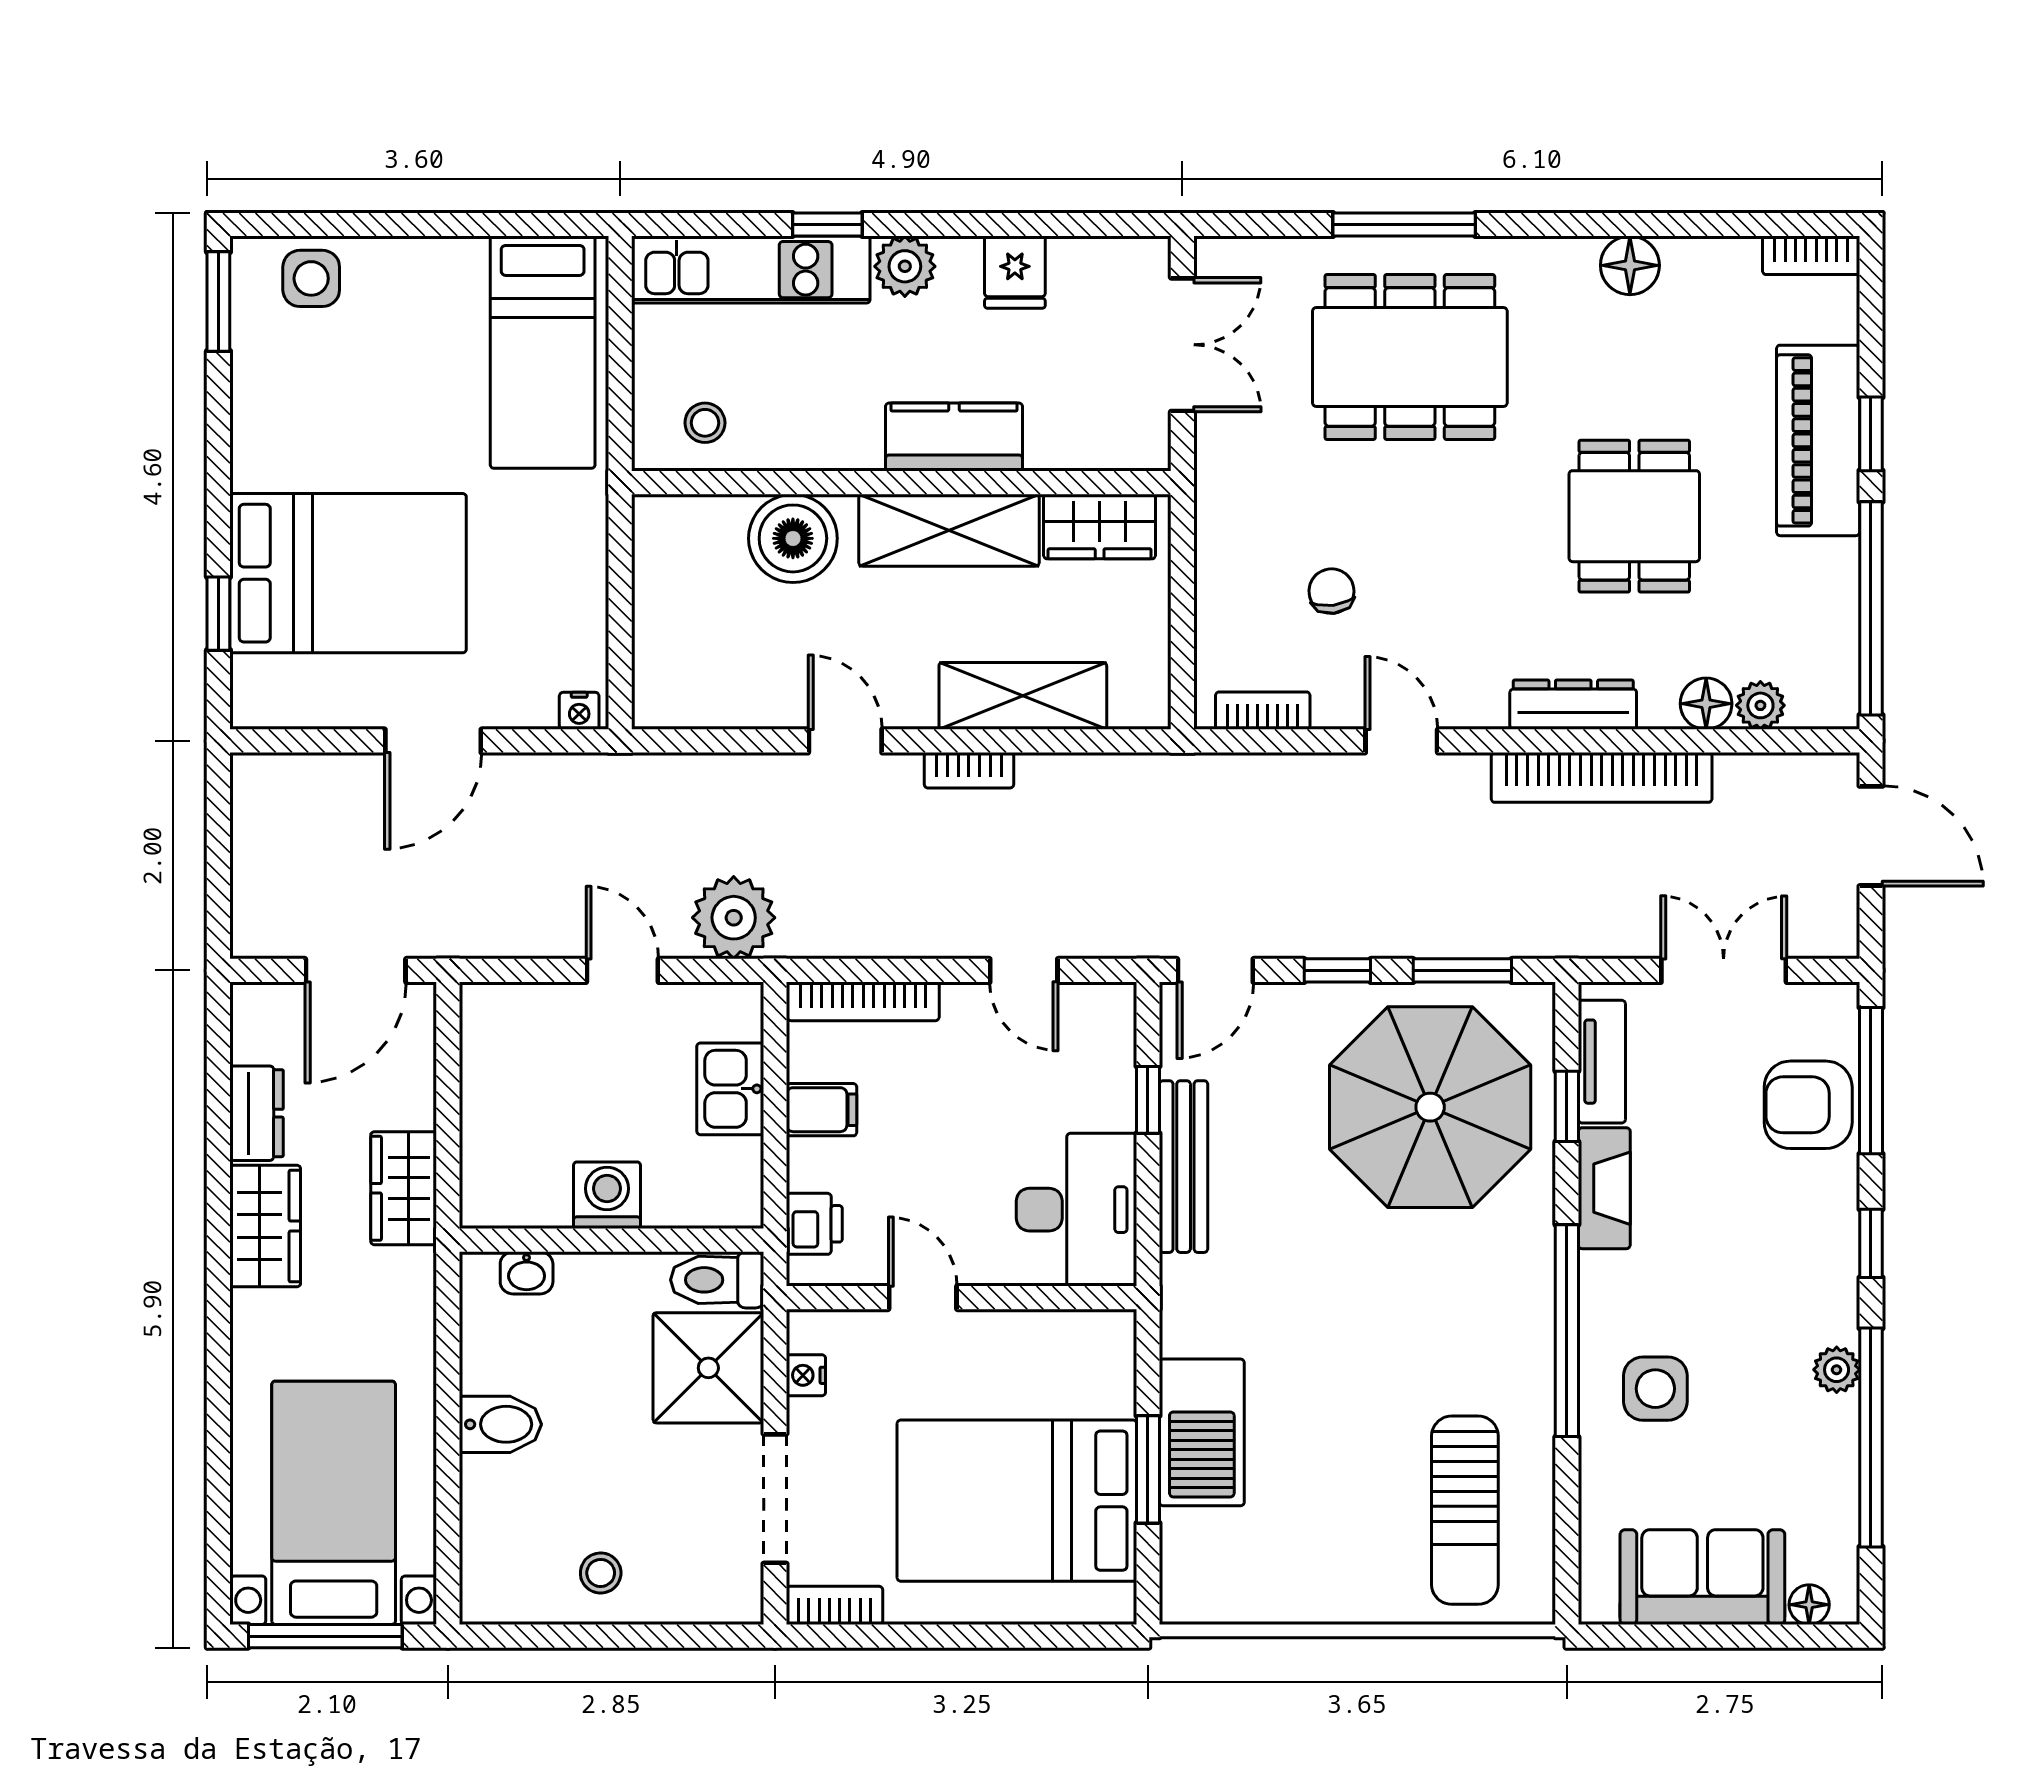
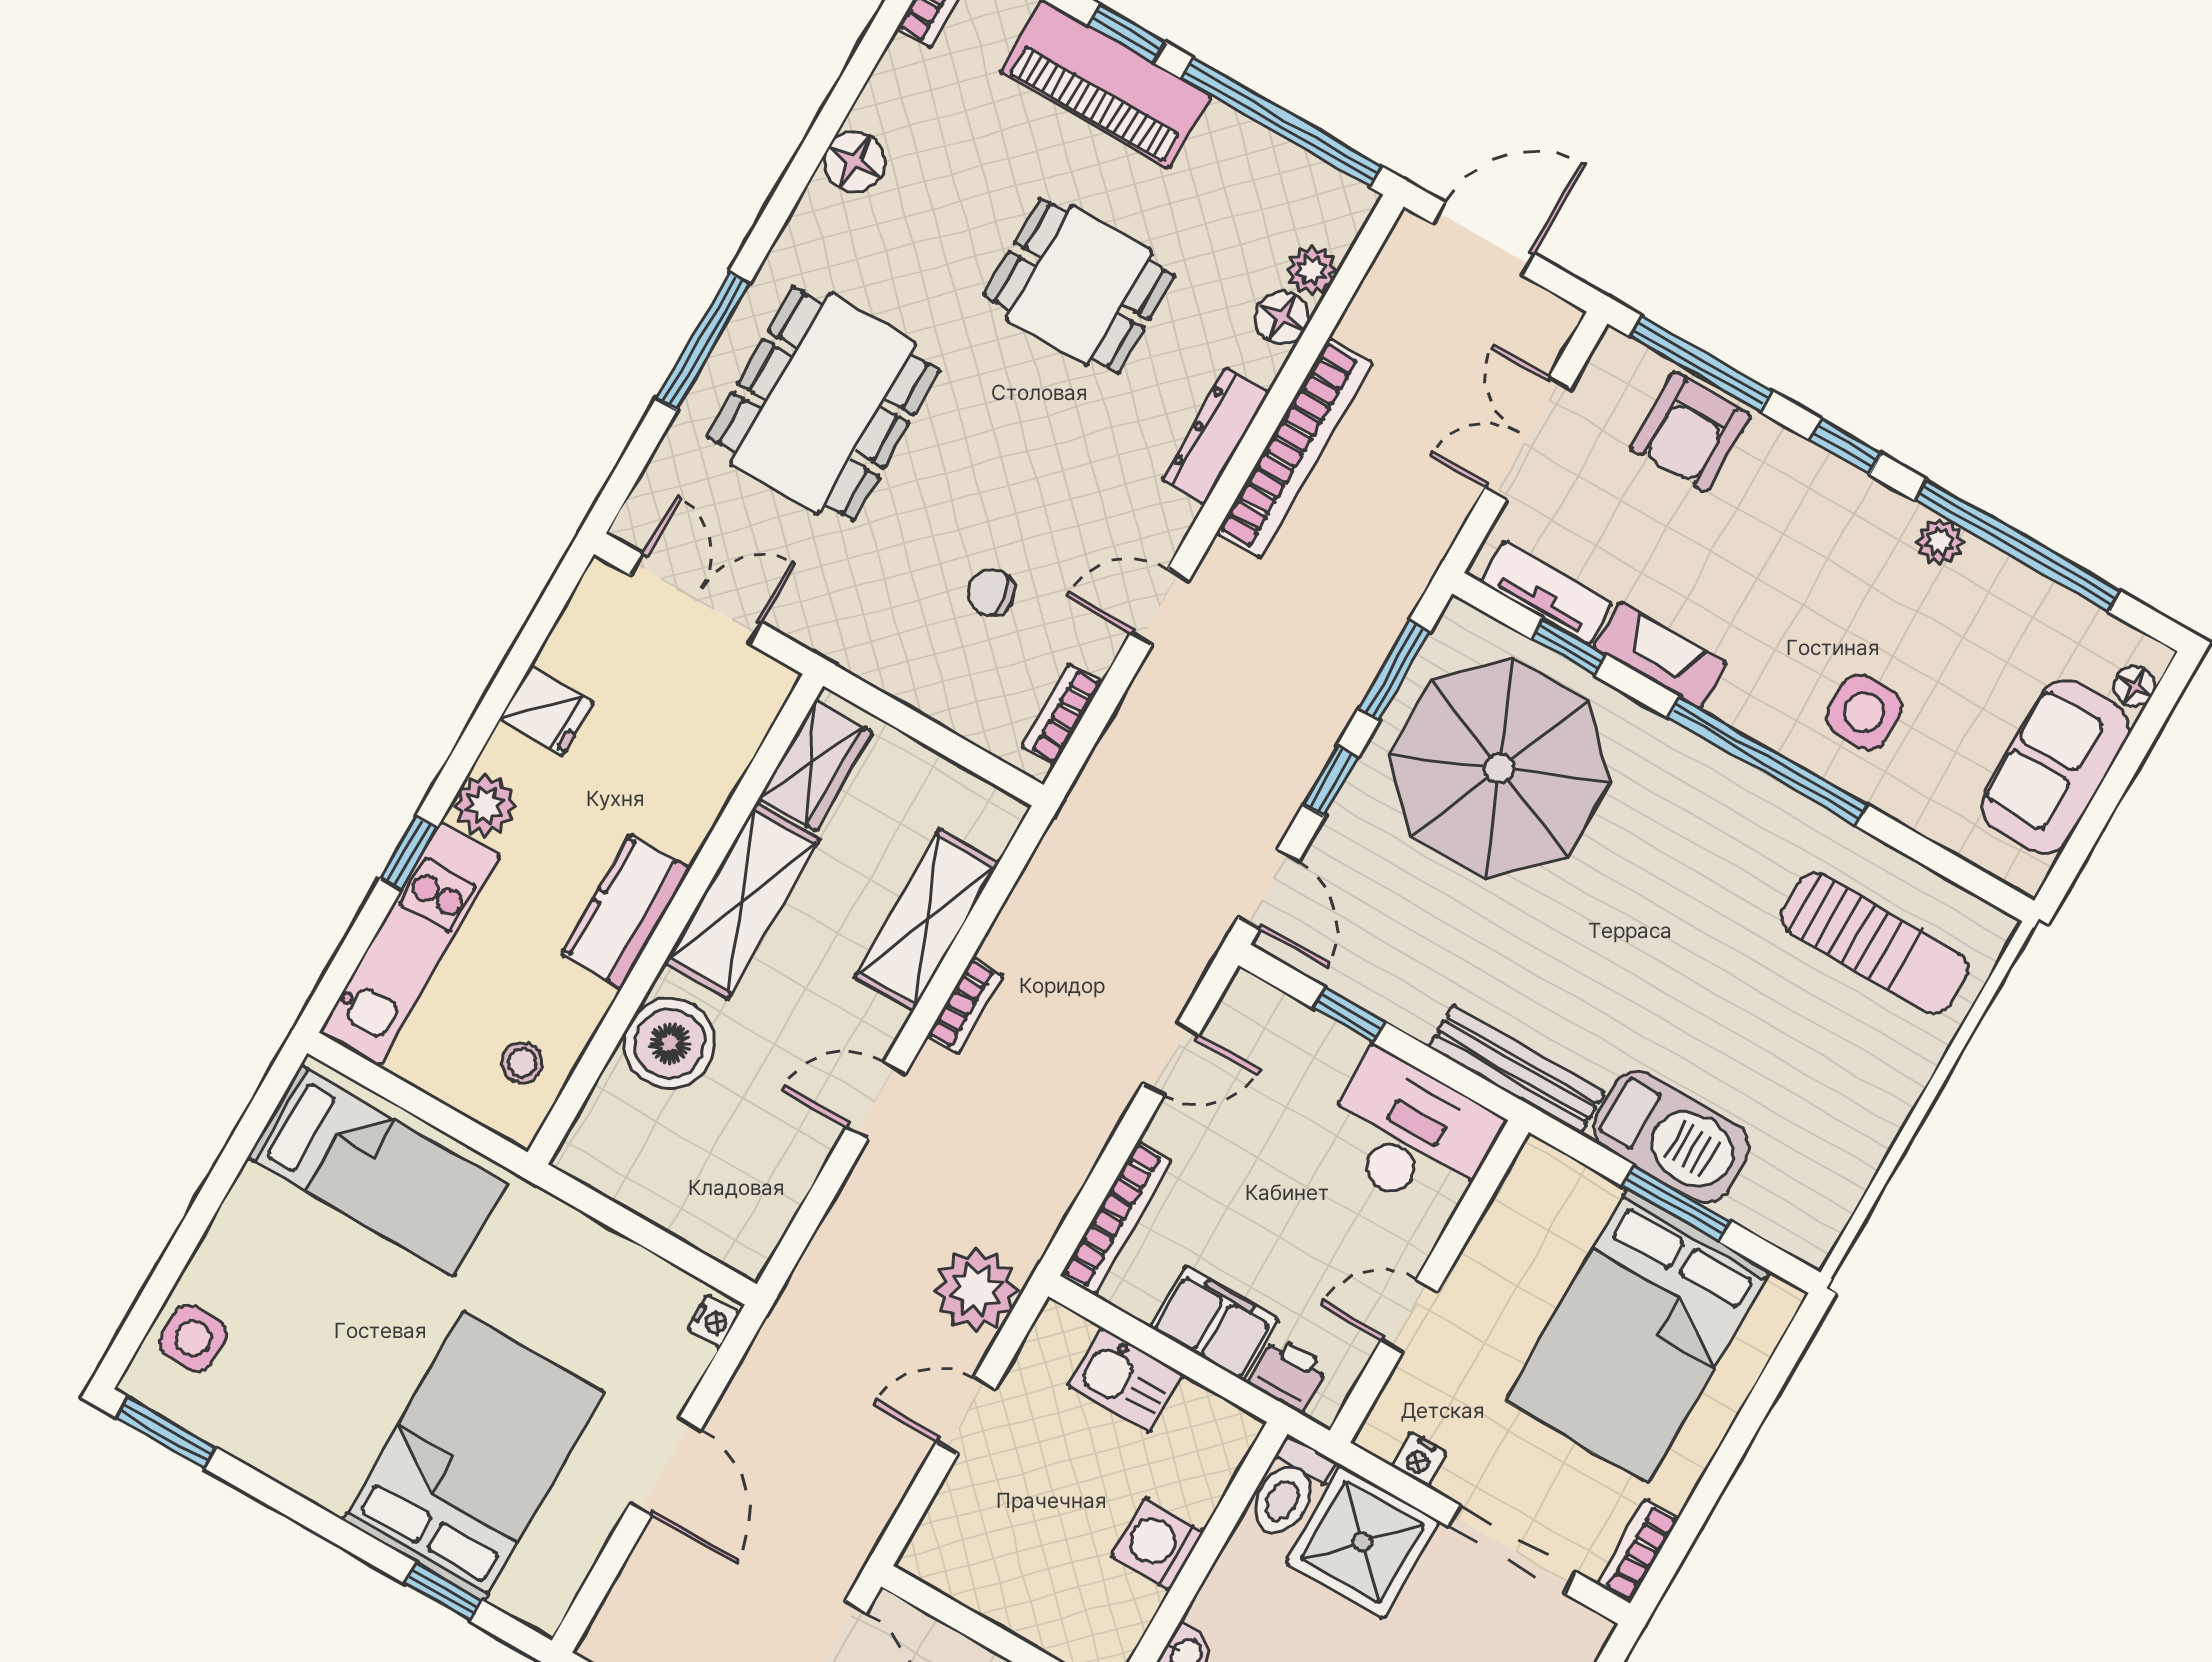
kitchen counter: (954, 437) -> (626, 911), moved
filing cabinet: (822, 1110) -> (1214, 1323), width x2.00
bench: (1184, 1167) -> (1517, 1069), moved

